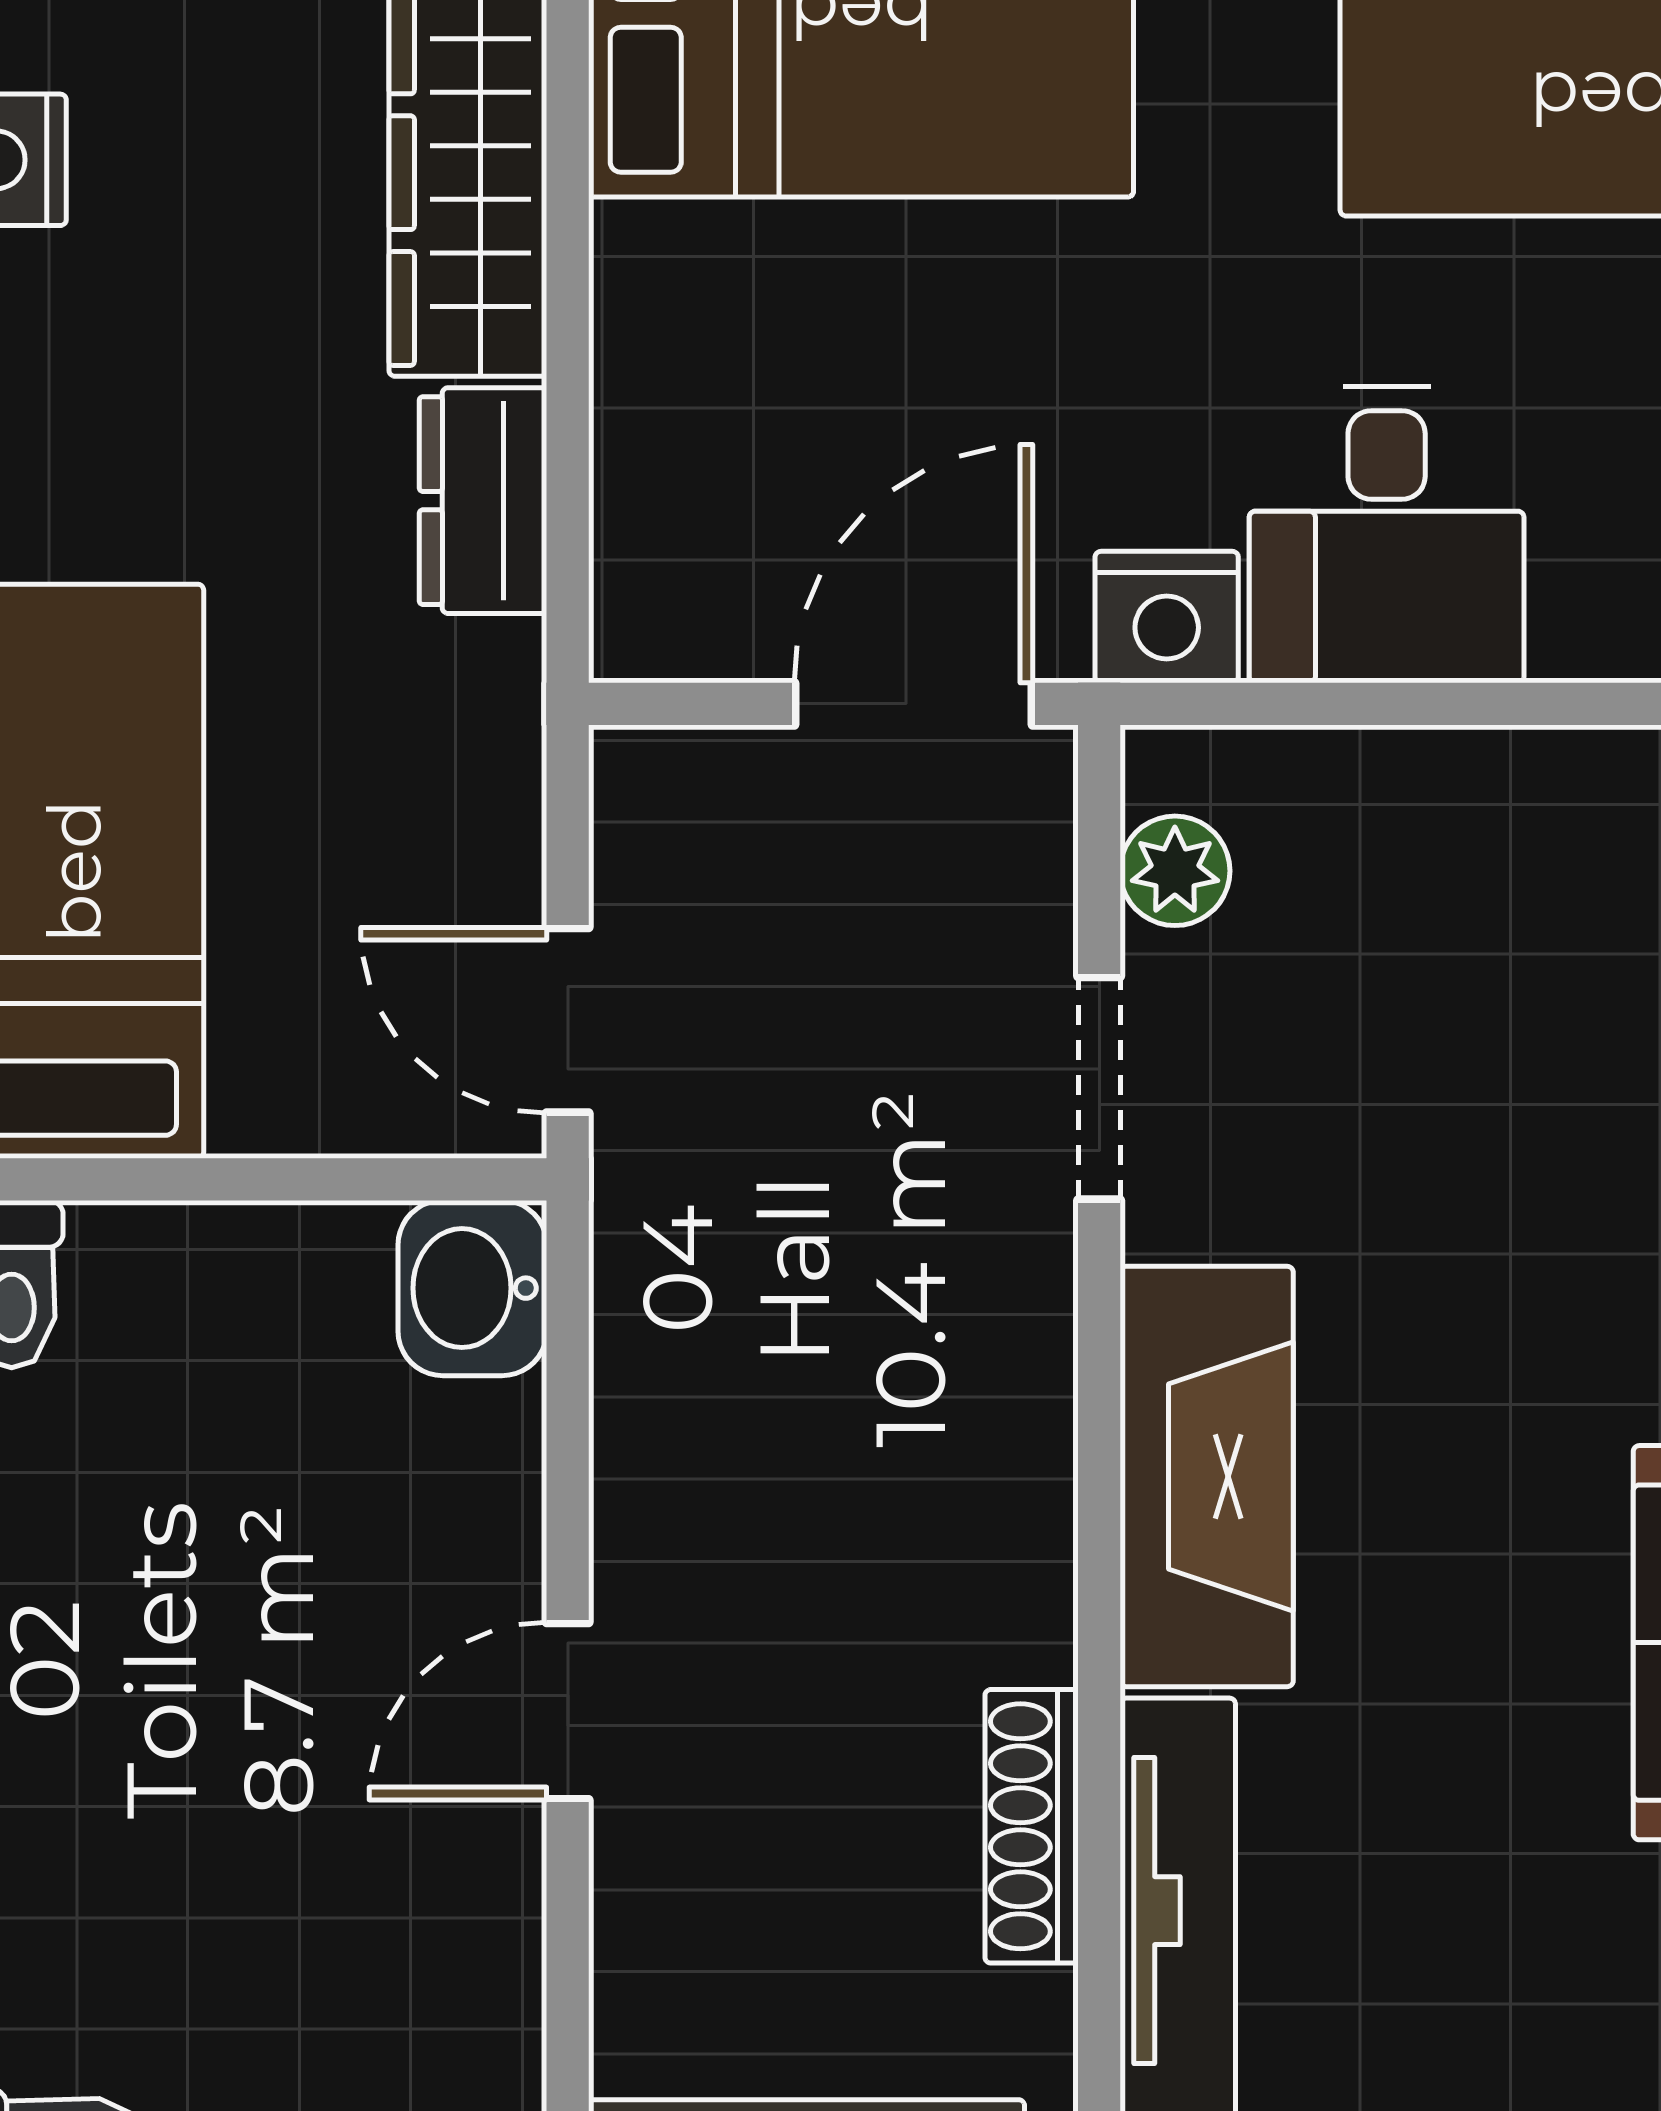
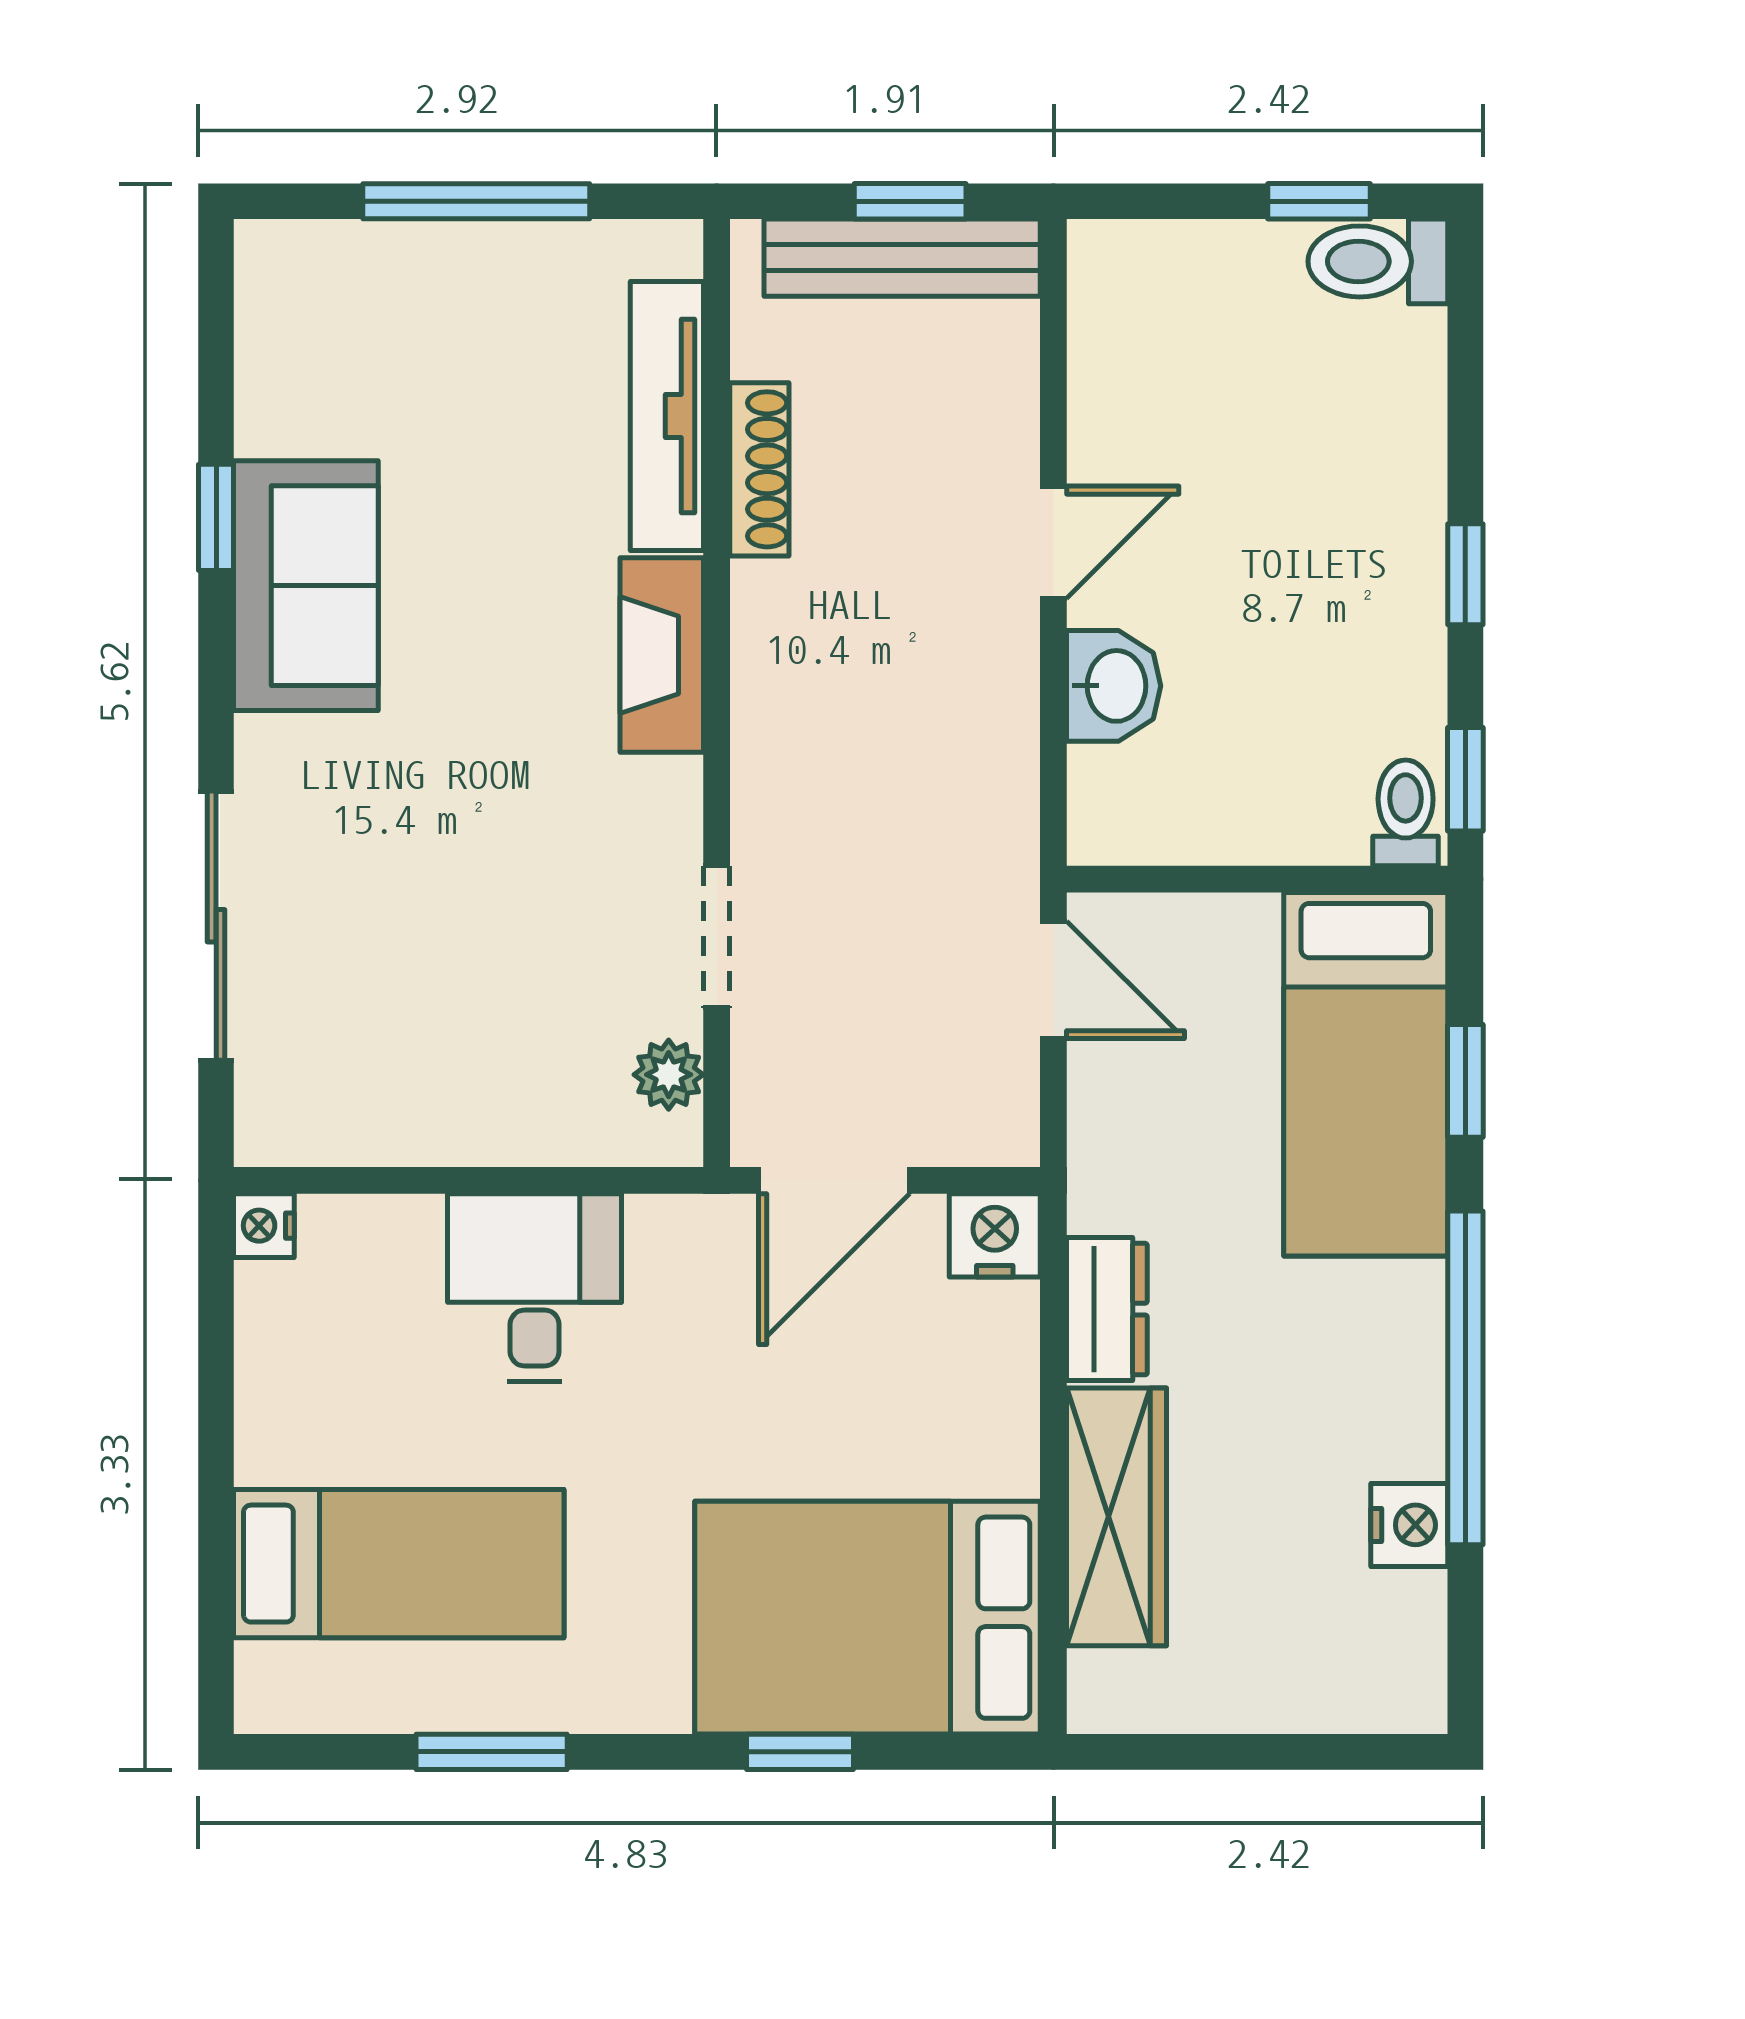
nightstand: (1167, 617) -> (995, 1235), moved
washbasin: (472, 1288) -> (1114, 686), moved
fireplace: (1207, 1476) -> (662, 655), width x0.73, depth x0.76

